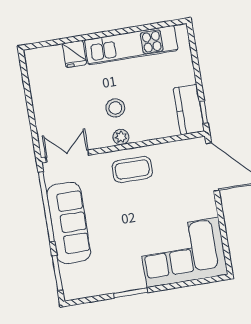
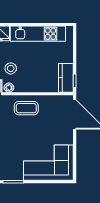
stool: (115, 108) -> (11, 68), moved
plant: (121, 137) -> (9, 88), moved

